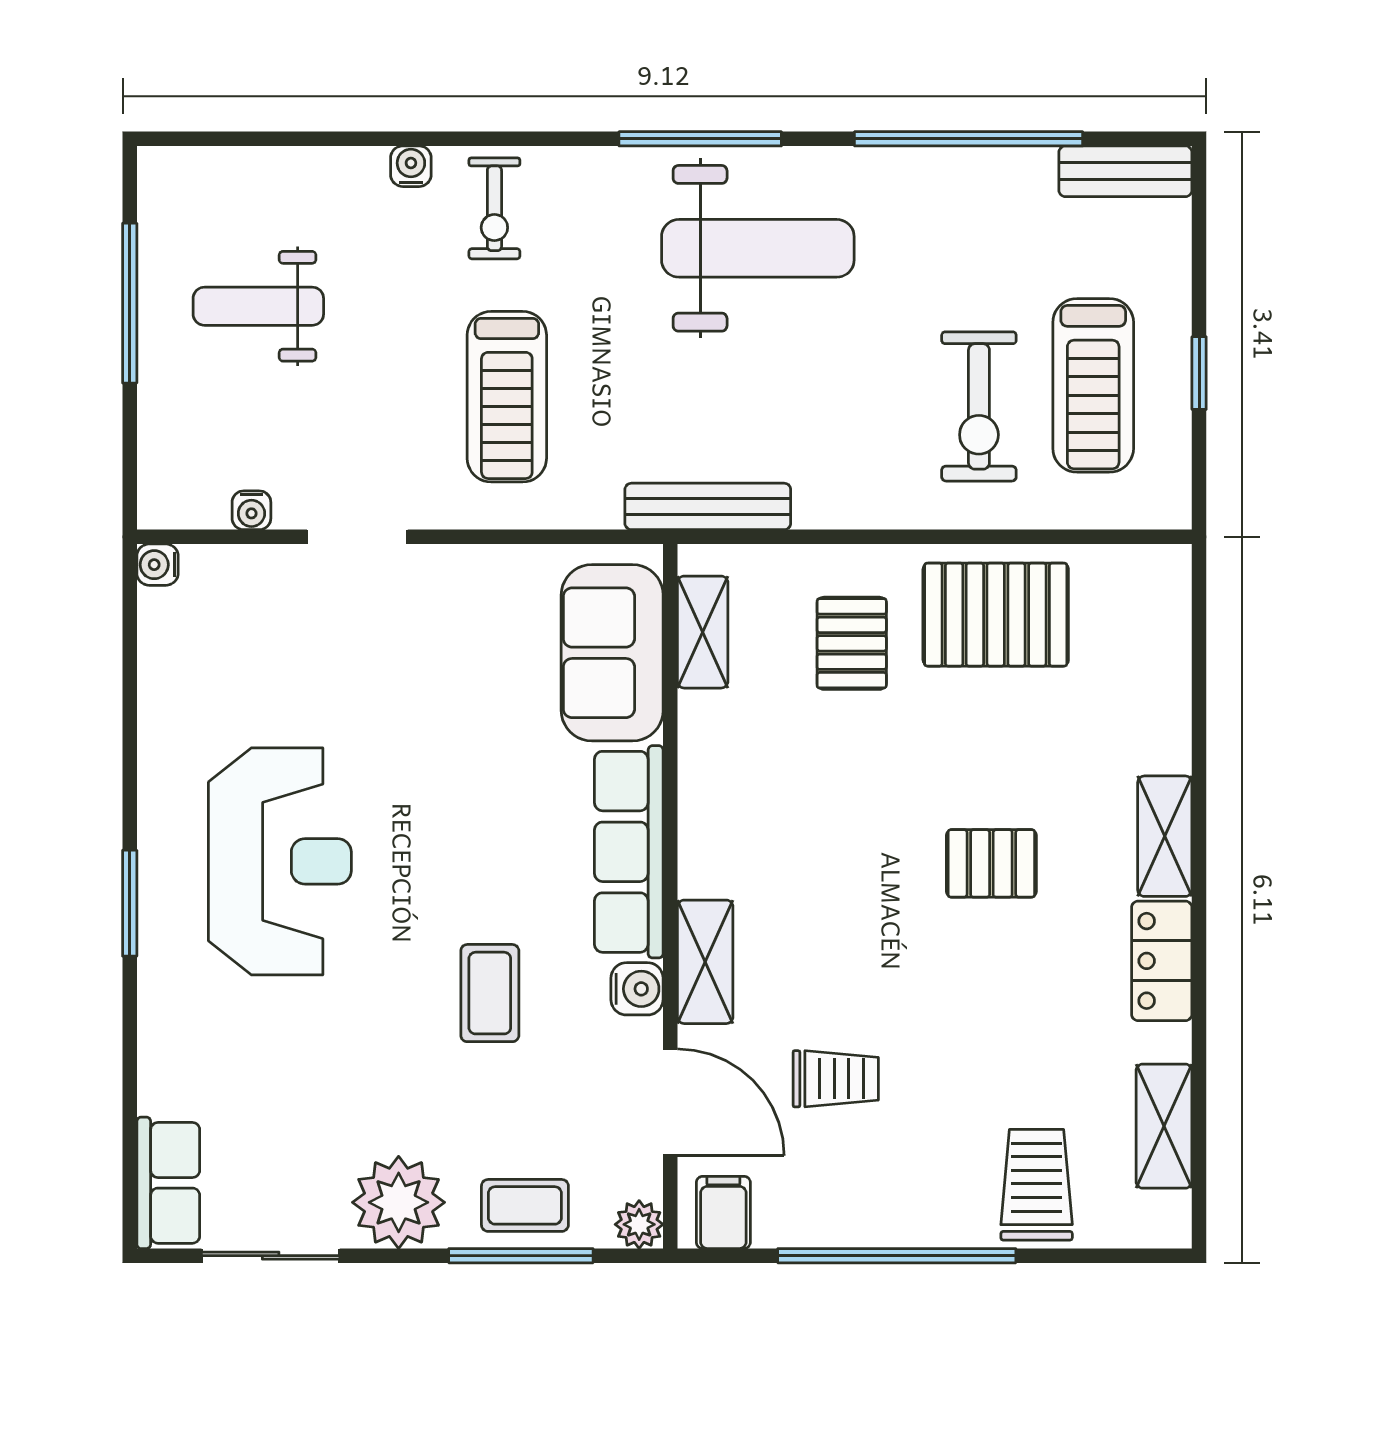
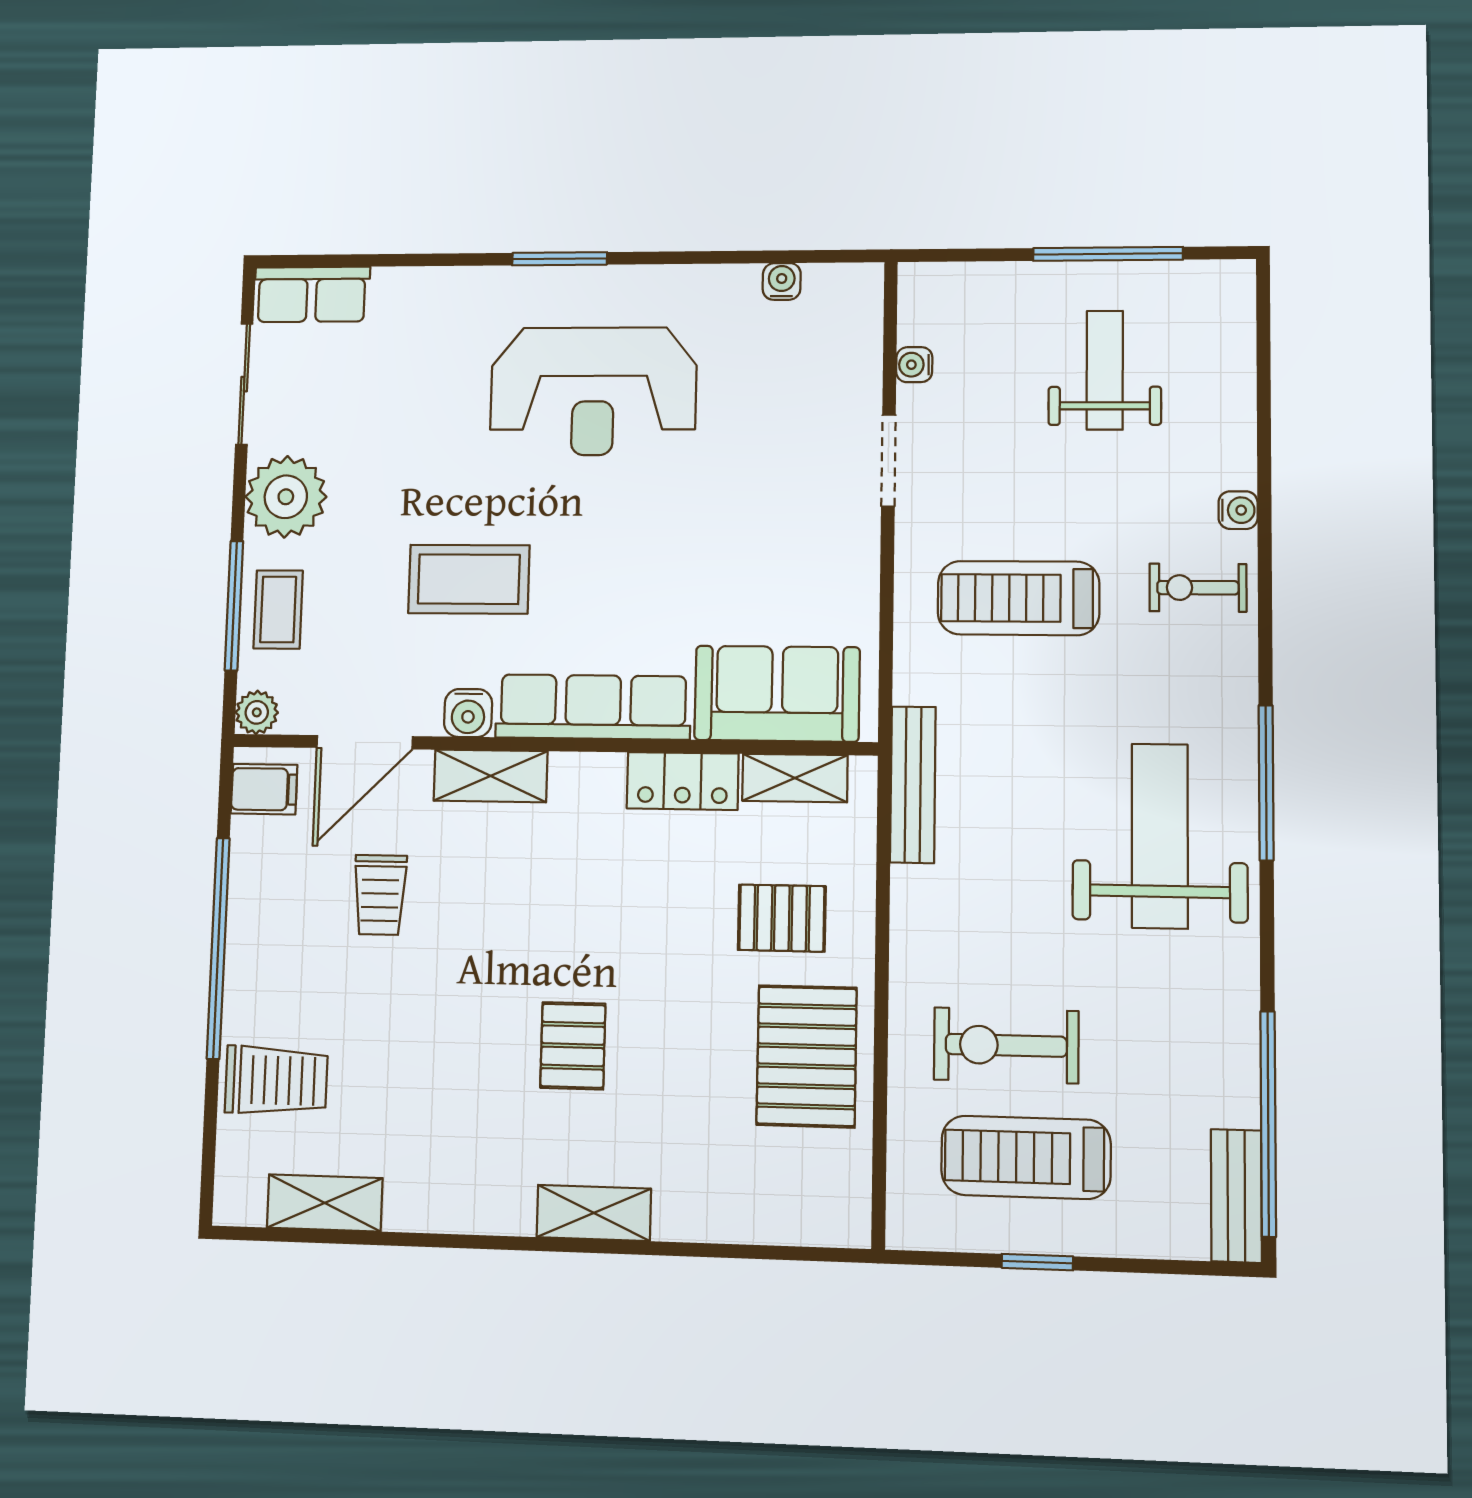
window: (969, 139) -> (1268, 1123), moved
weight bench: (758, 248) -> (1160, 836), turned 180
water cooler: (158, 565) -> (782, 281), moved
locker: (1162, 961) -> (683, 781), moved, turned 180
coffee table: (490, 993) -> (469, 579), width x1.36, depth x1.30

